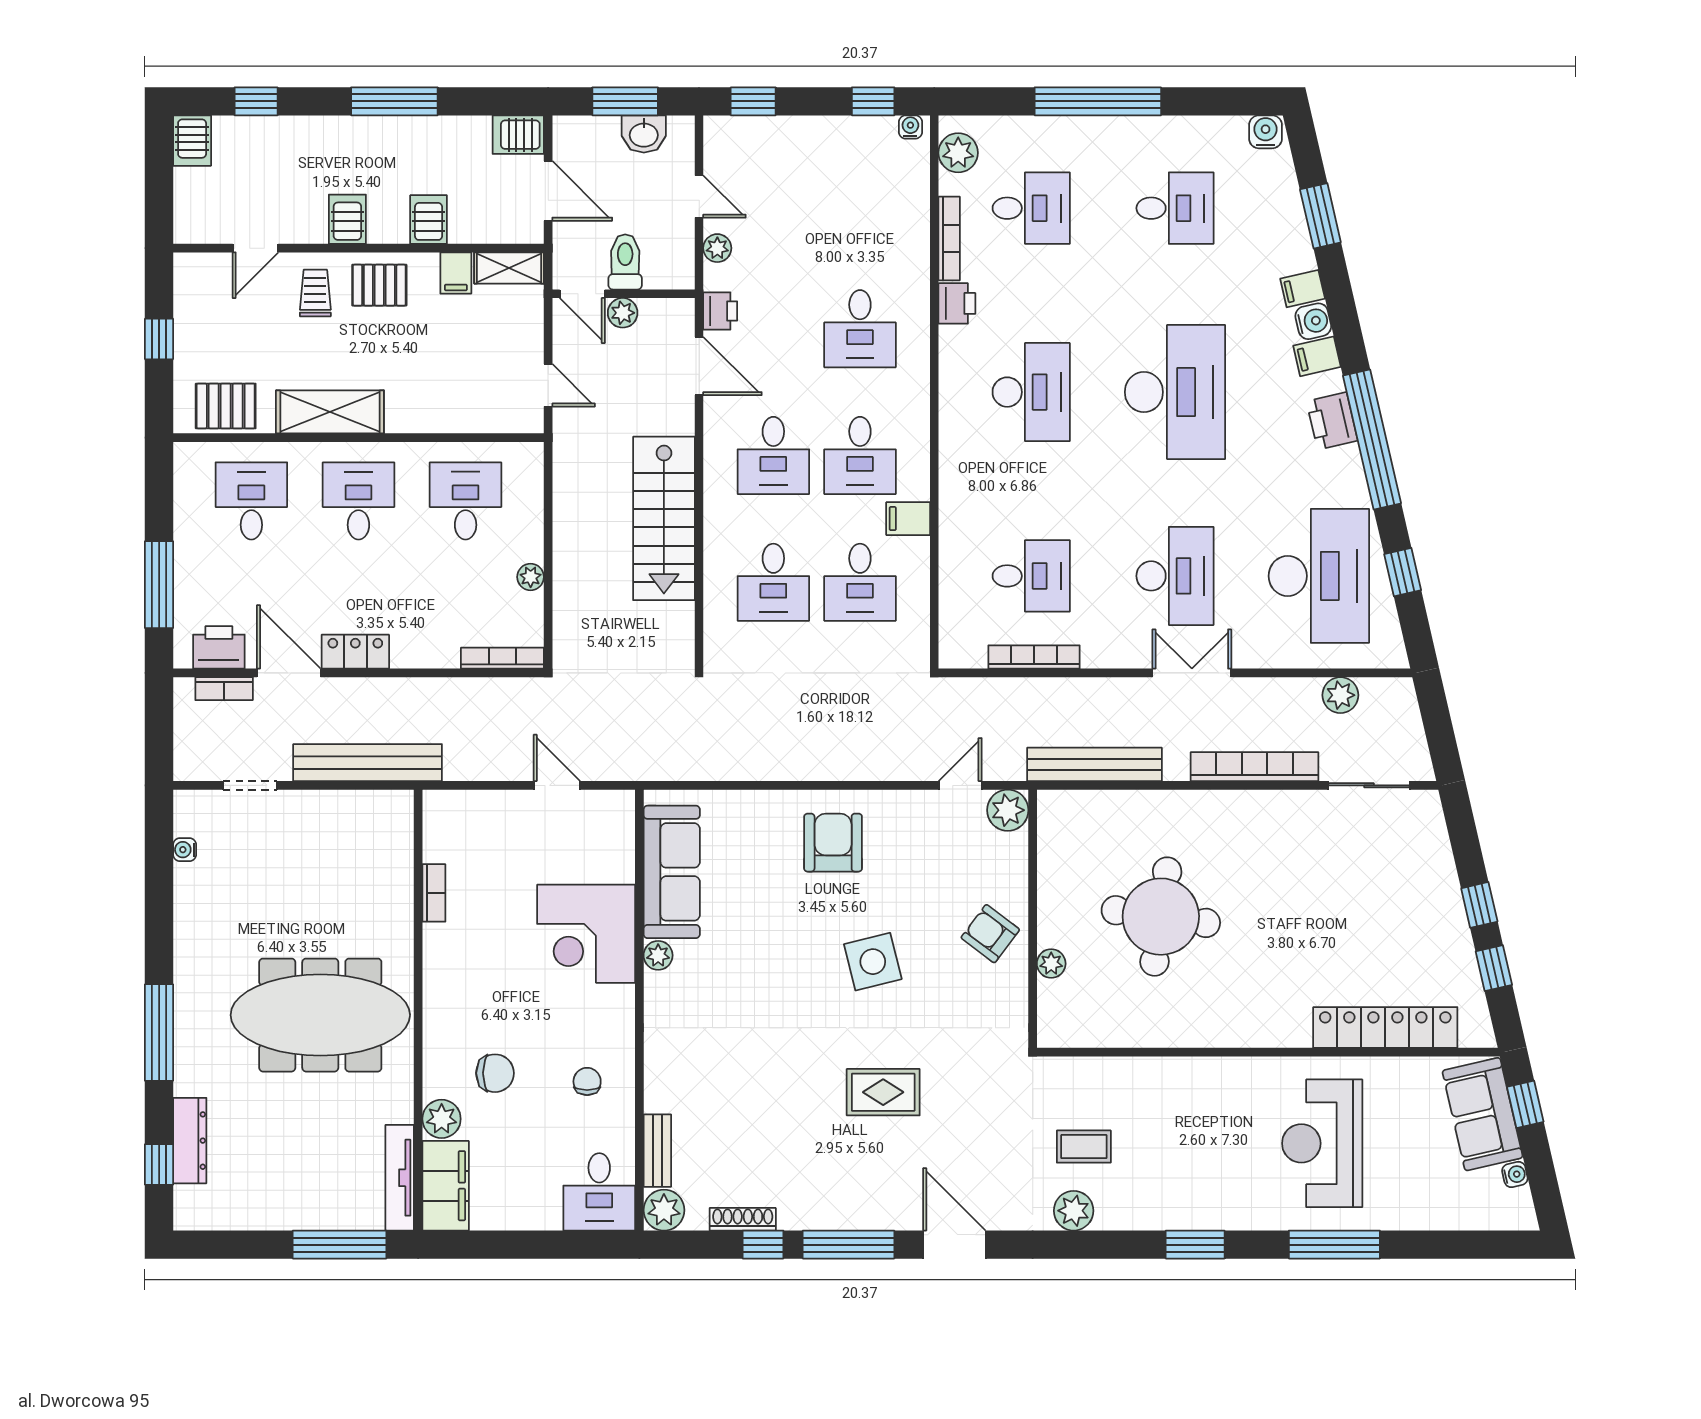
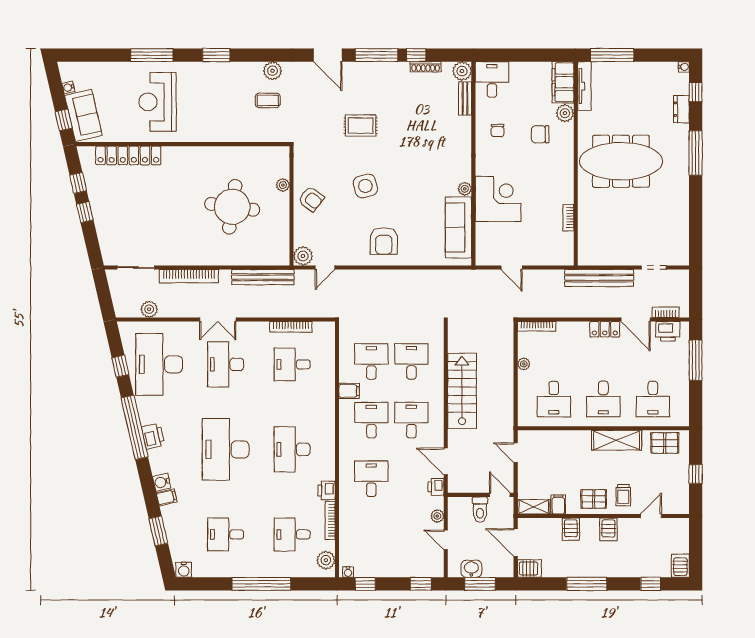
plant: (623, 313) -> (481, 486), removed
filing cabinet: (1317, 356) -> (160, 466), removed
water cooler: (185, 850) -> (684, 67), moved
dresser: (190, 1141) -> (681, 109), width x0.70
reception desk: (1322, 1143) -> (158, 102), turned 180

